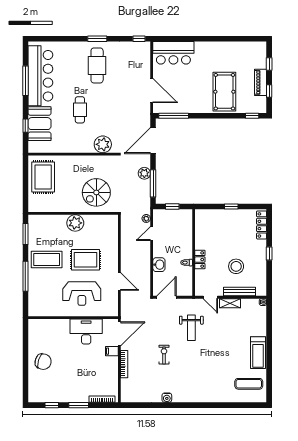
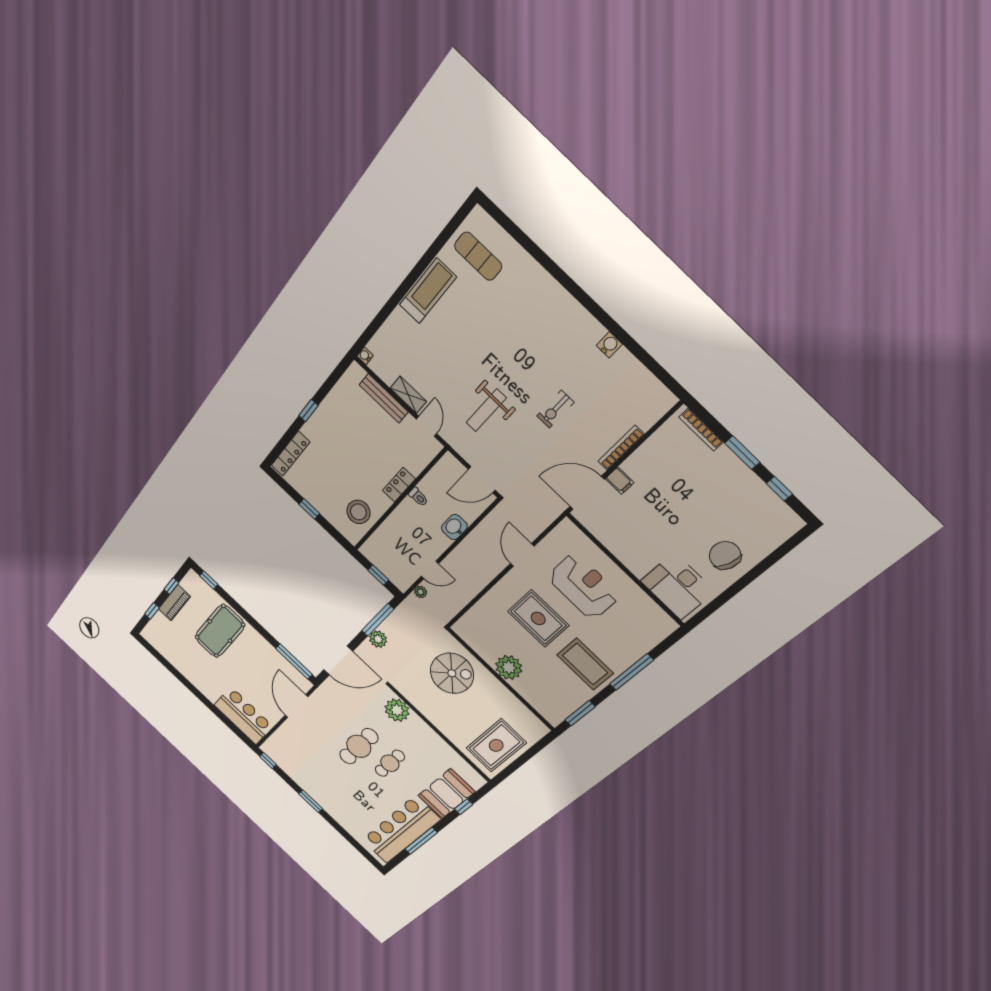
cafe table: (97, 65) -> (359, 746), moved
stool: (236, 266) -> (358, 512), moved
weight bench: (191, 328) -> (486, 410), turned 180
desk: (86, 332) -> (678, 586), moved

